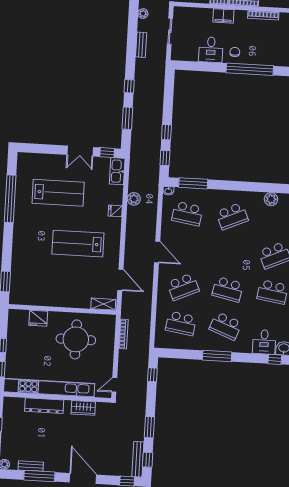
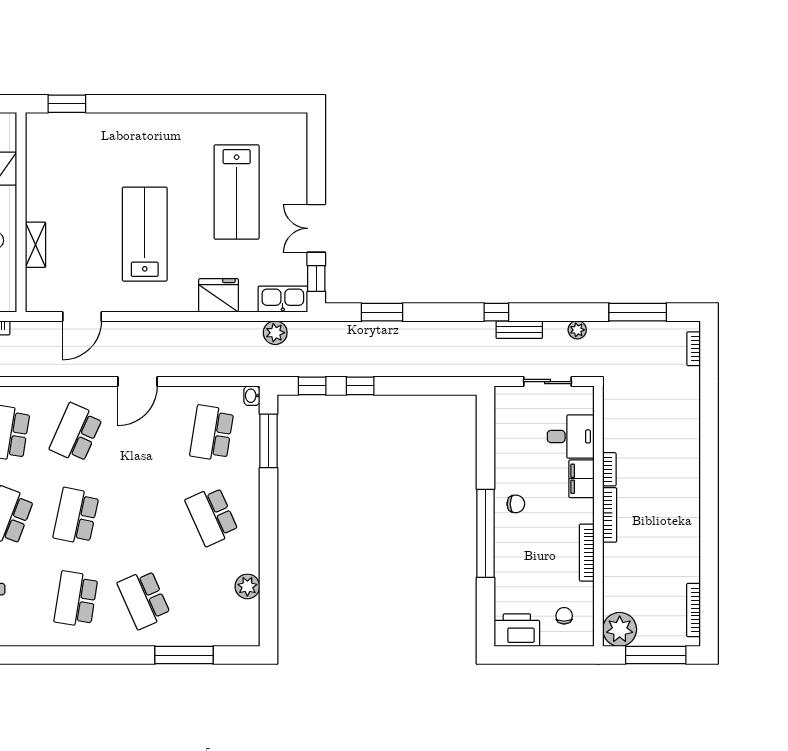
desk: (211, 50) -> (571, 436), moved, turned 180
window: (129, 86) -> (496, 312), moved
window: (10, 199) -> (220, 104), removed
plant: (134, 199) -> (275, 333), moved
fridge: (115, 211) -> (219, 295), width x1.88, depth x1.34
school desk: (183, 287) -> (76, 433), turned 48
shelving: (103, 304) -> (35, 245), moved

